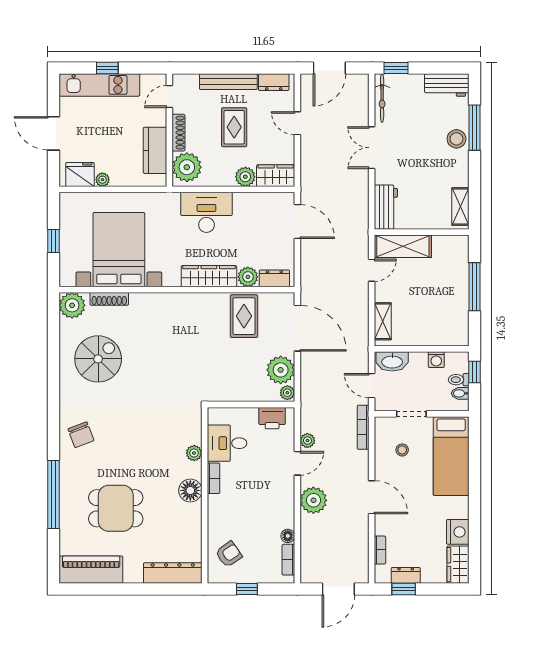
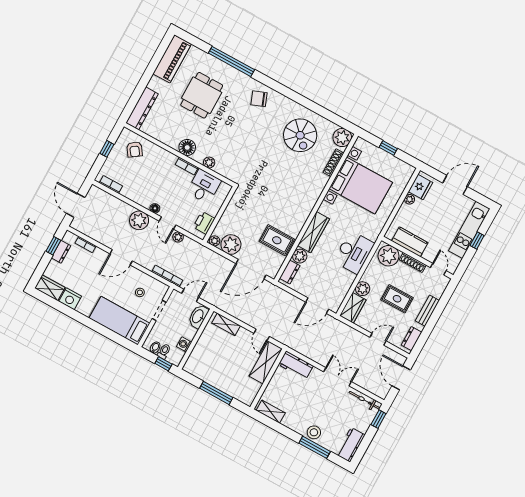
bench: (228, 82) -> (427, 311), width x0.73
floor lamp: (288, 536) -> (155, 208), moved

